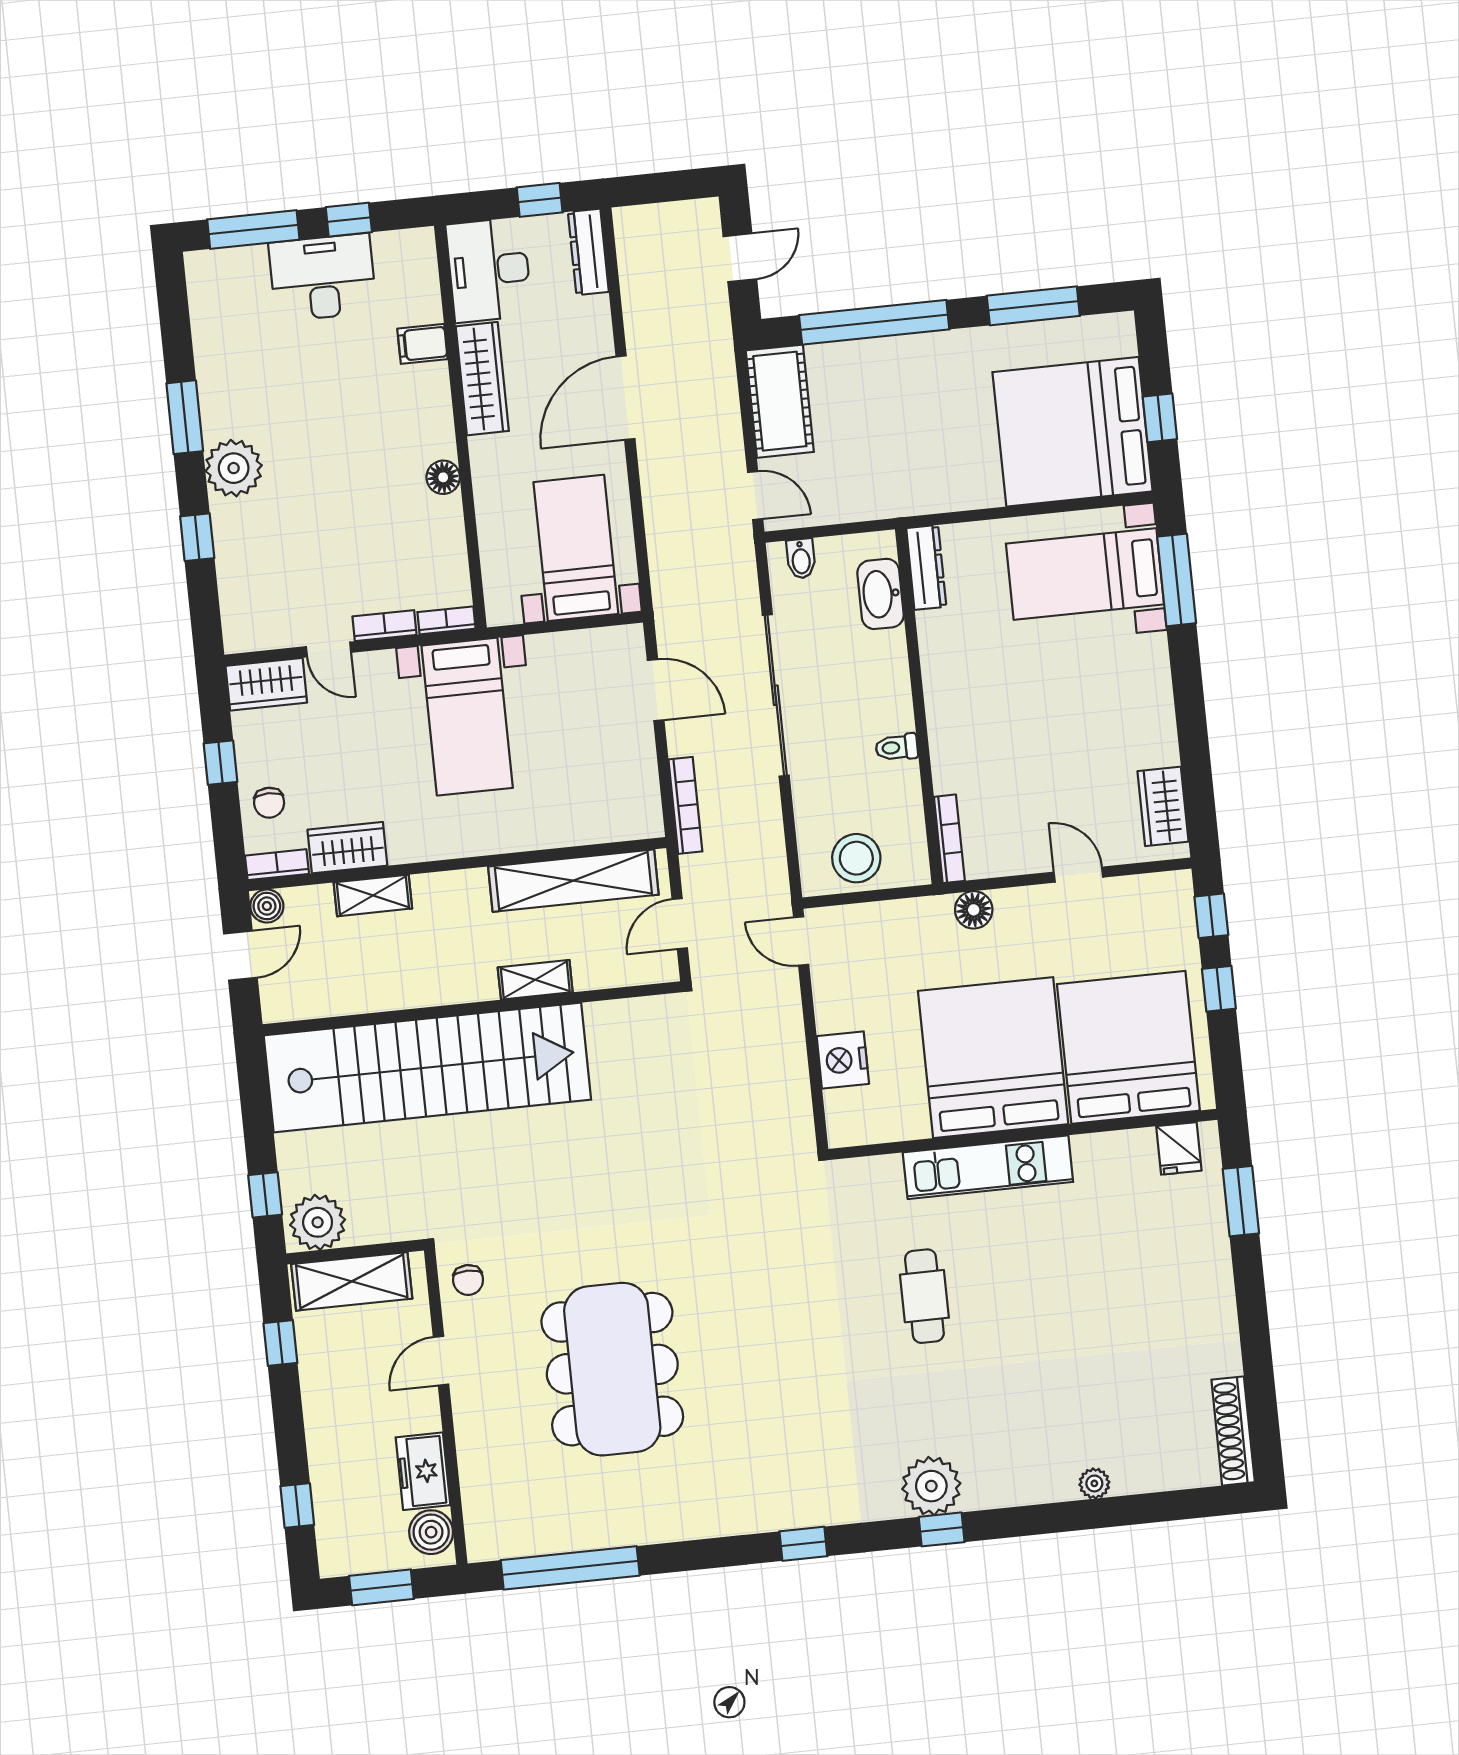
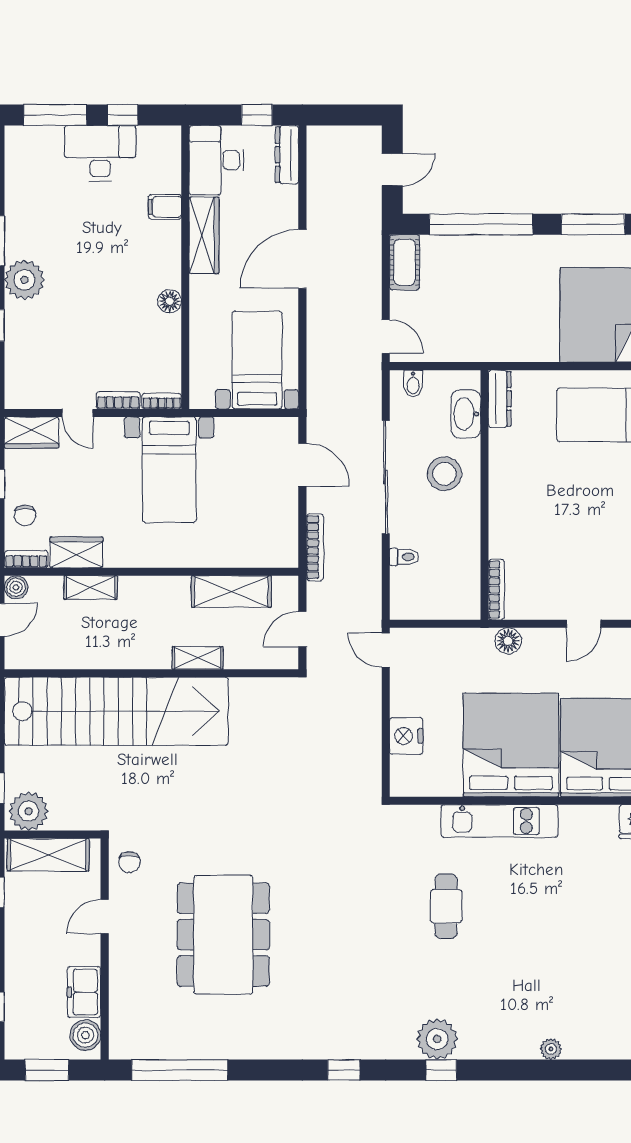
cot: (780, 401) -> (405, 262), width x0.73, depth x0.75
toilet: (897, 747) -> (404, 557), moved, turned 180
stool: (856, 858) -> (444, 474), moved
door: (1078, 875) -> (584, 624), swing flipped
shelving: (573, 881) -> (231, 592), width x0.68

